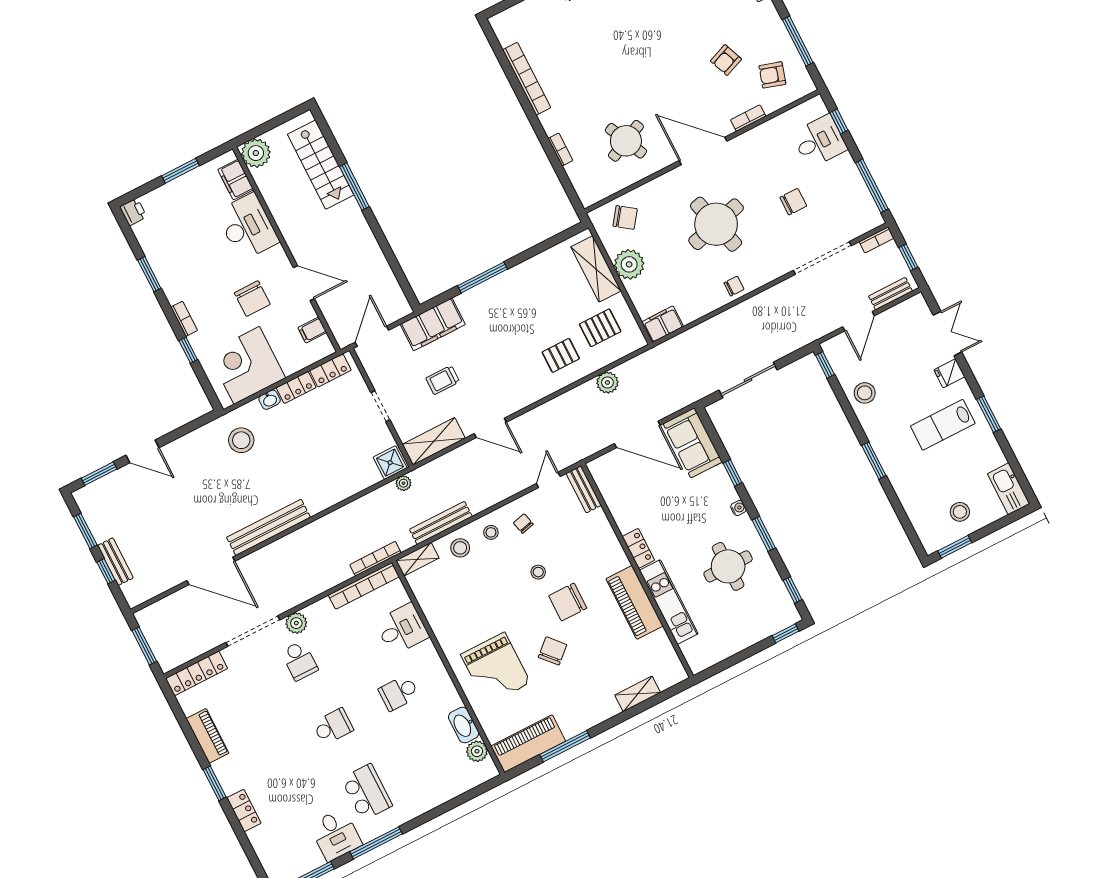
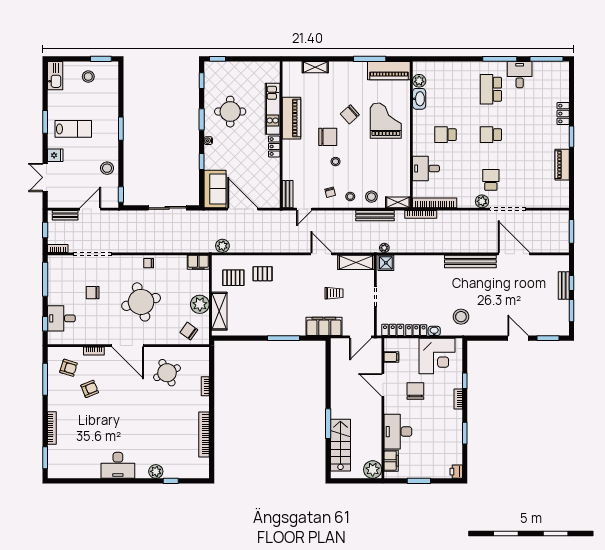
plant: (607, 382) -> (222, 246), moved
locker: (197, 673) -> (551, 202), removed
school desk: (399, 693) -> (446, 135), turned 180

